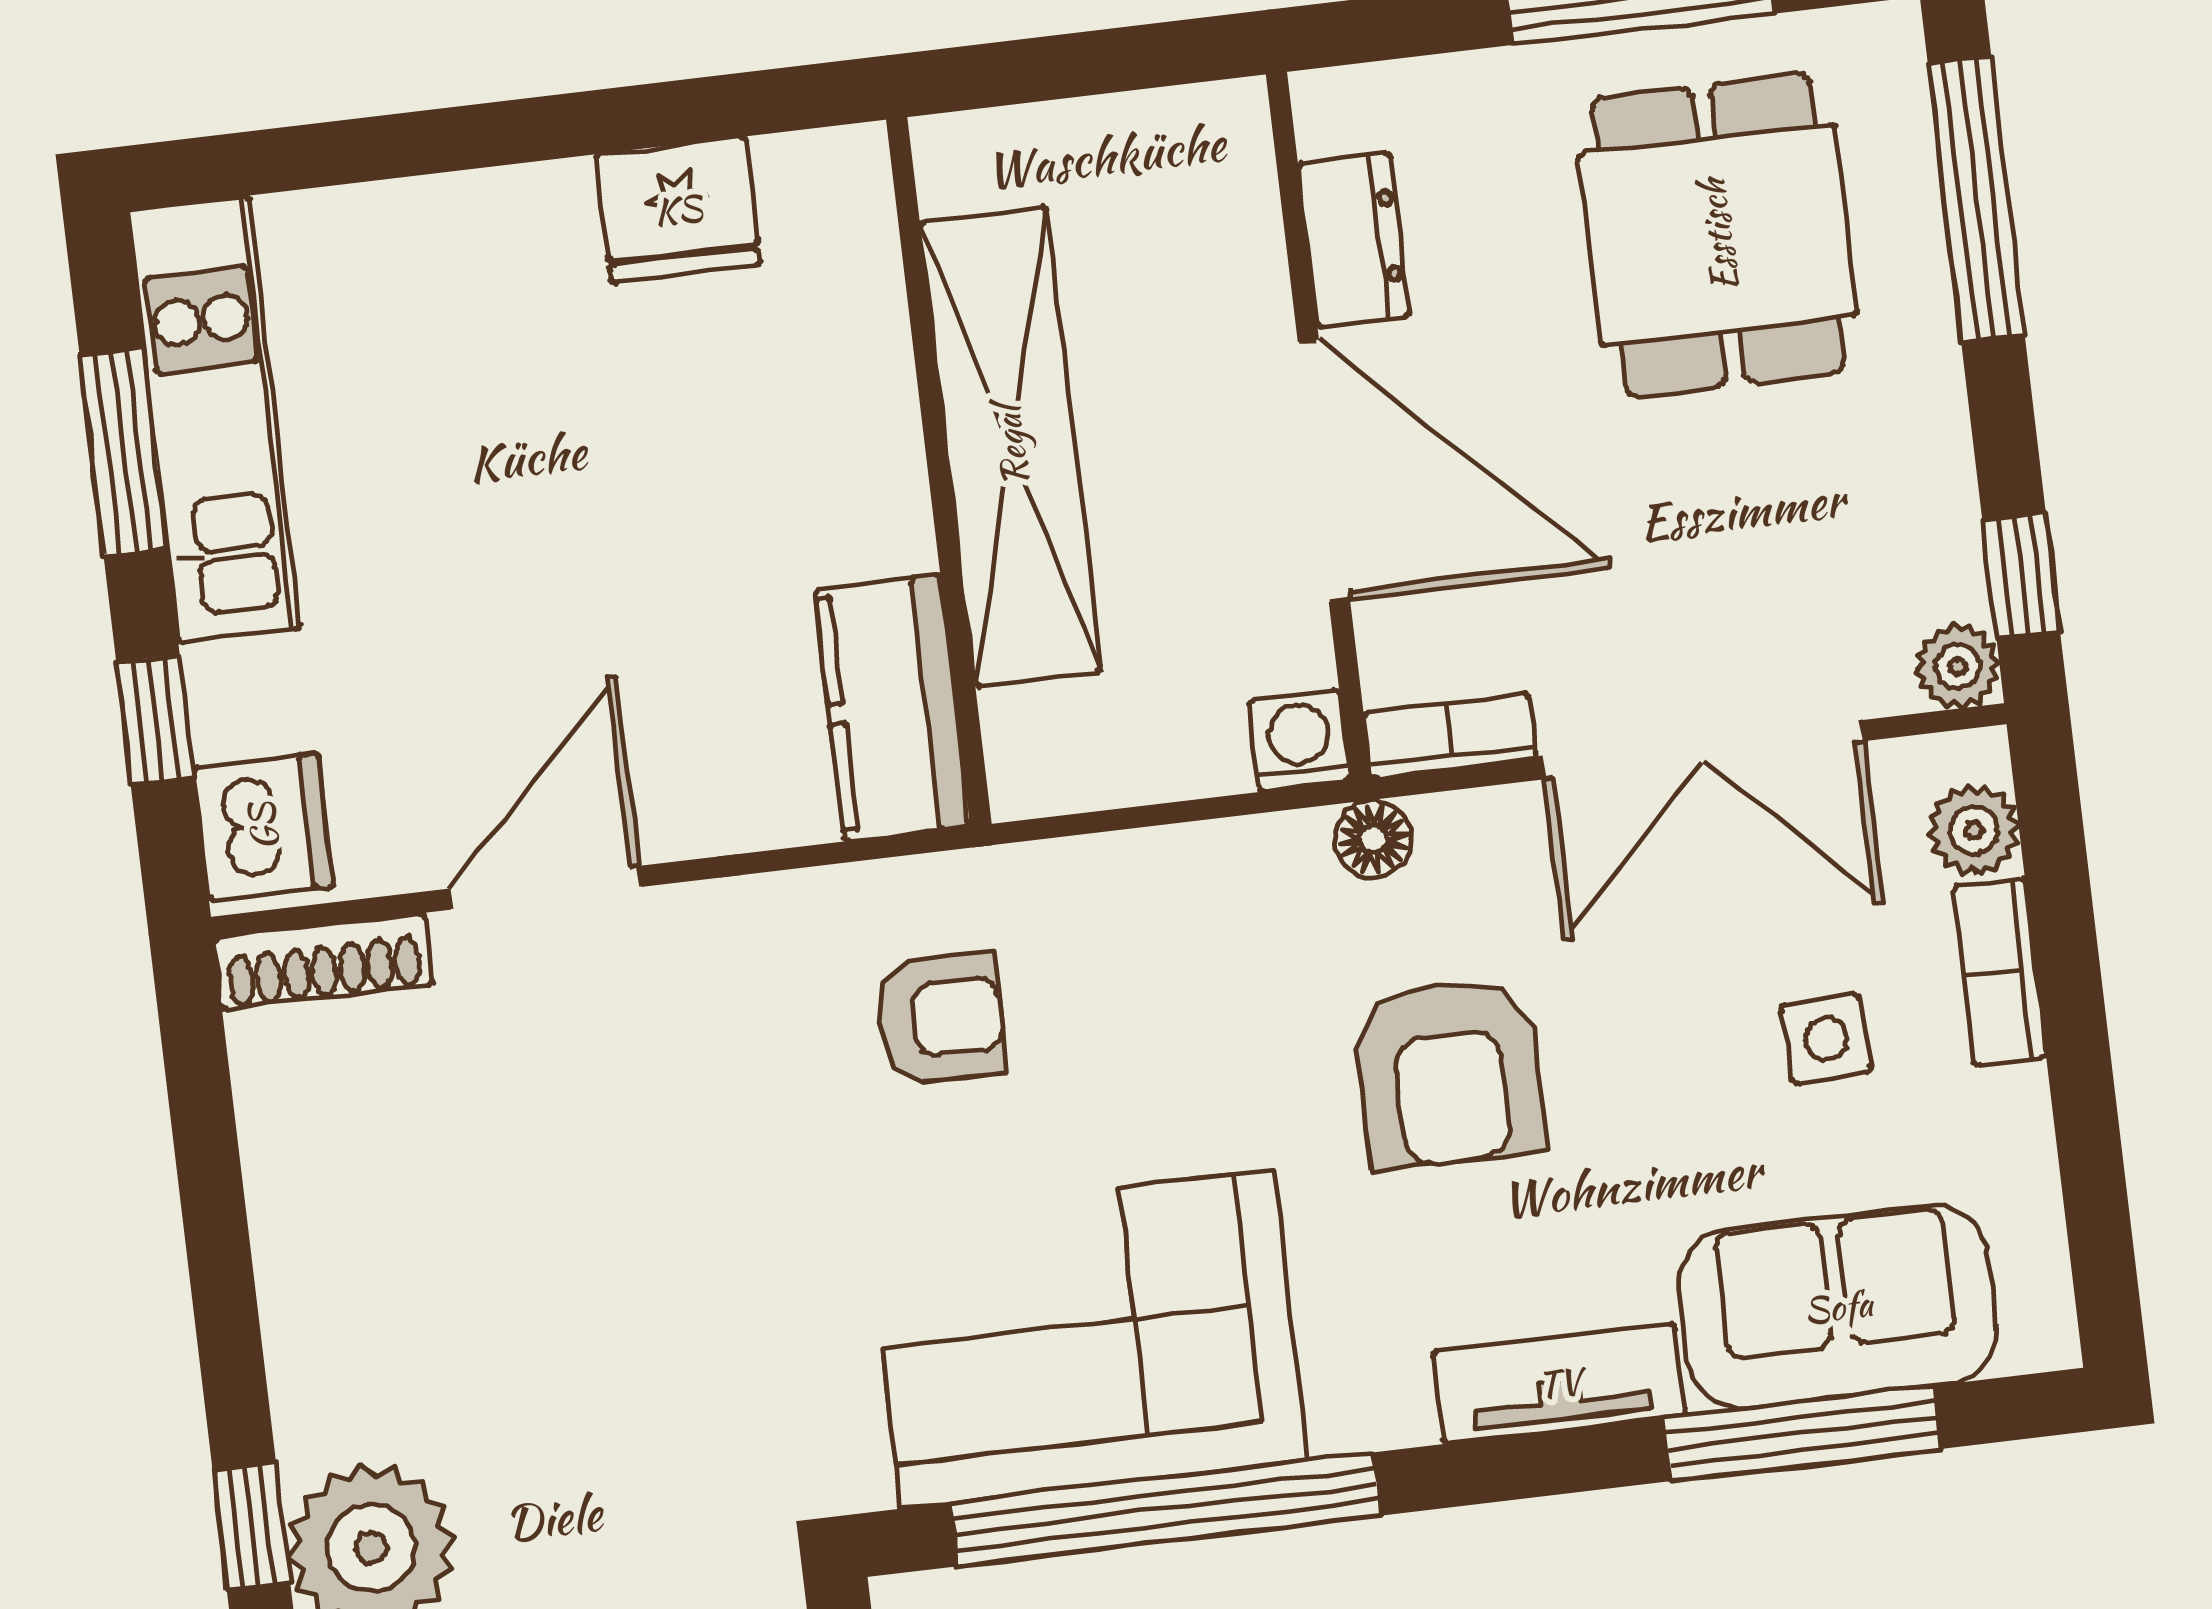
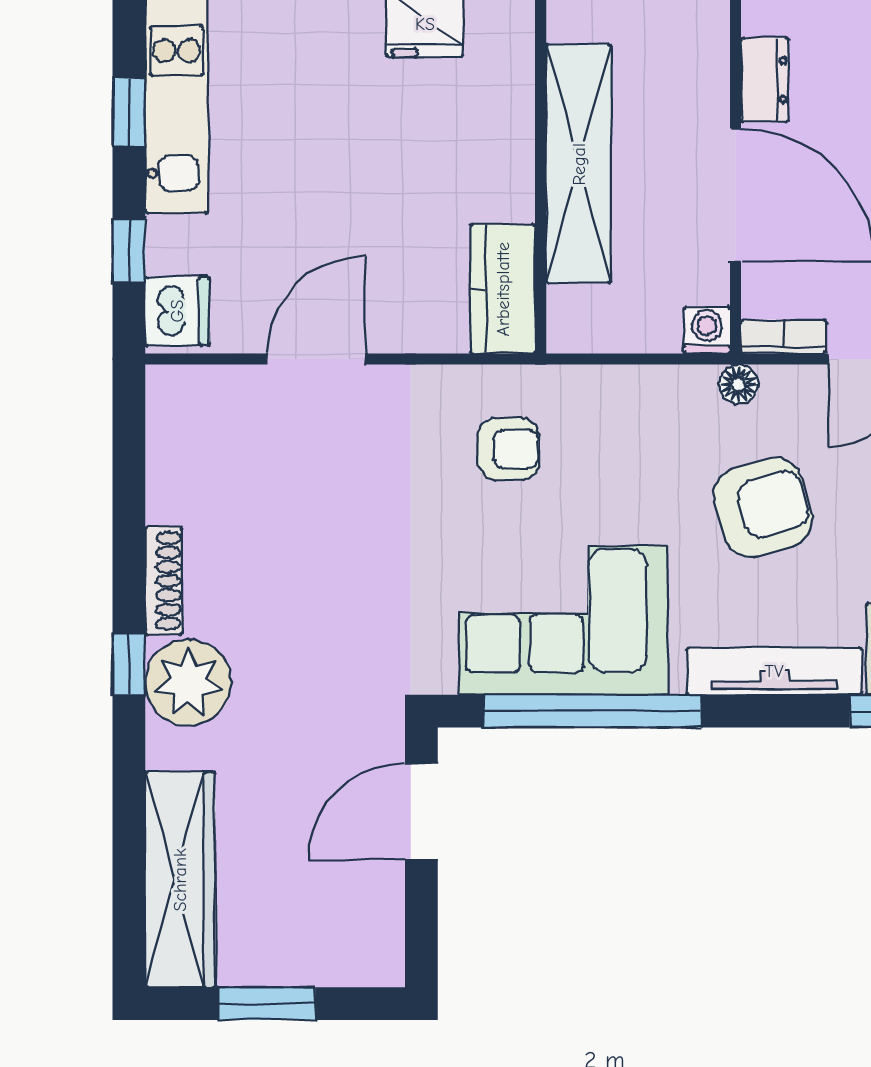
window: (123, 451) -> (129, 113), width x0.67
shoe rack: (323, 961) -> (164, 581), moved, turned -90
armchair: (1450, 1073) -> (763, 507), turned -106
tv unit: (1559, 1383) -> (774, 671), width x1.41

